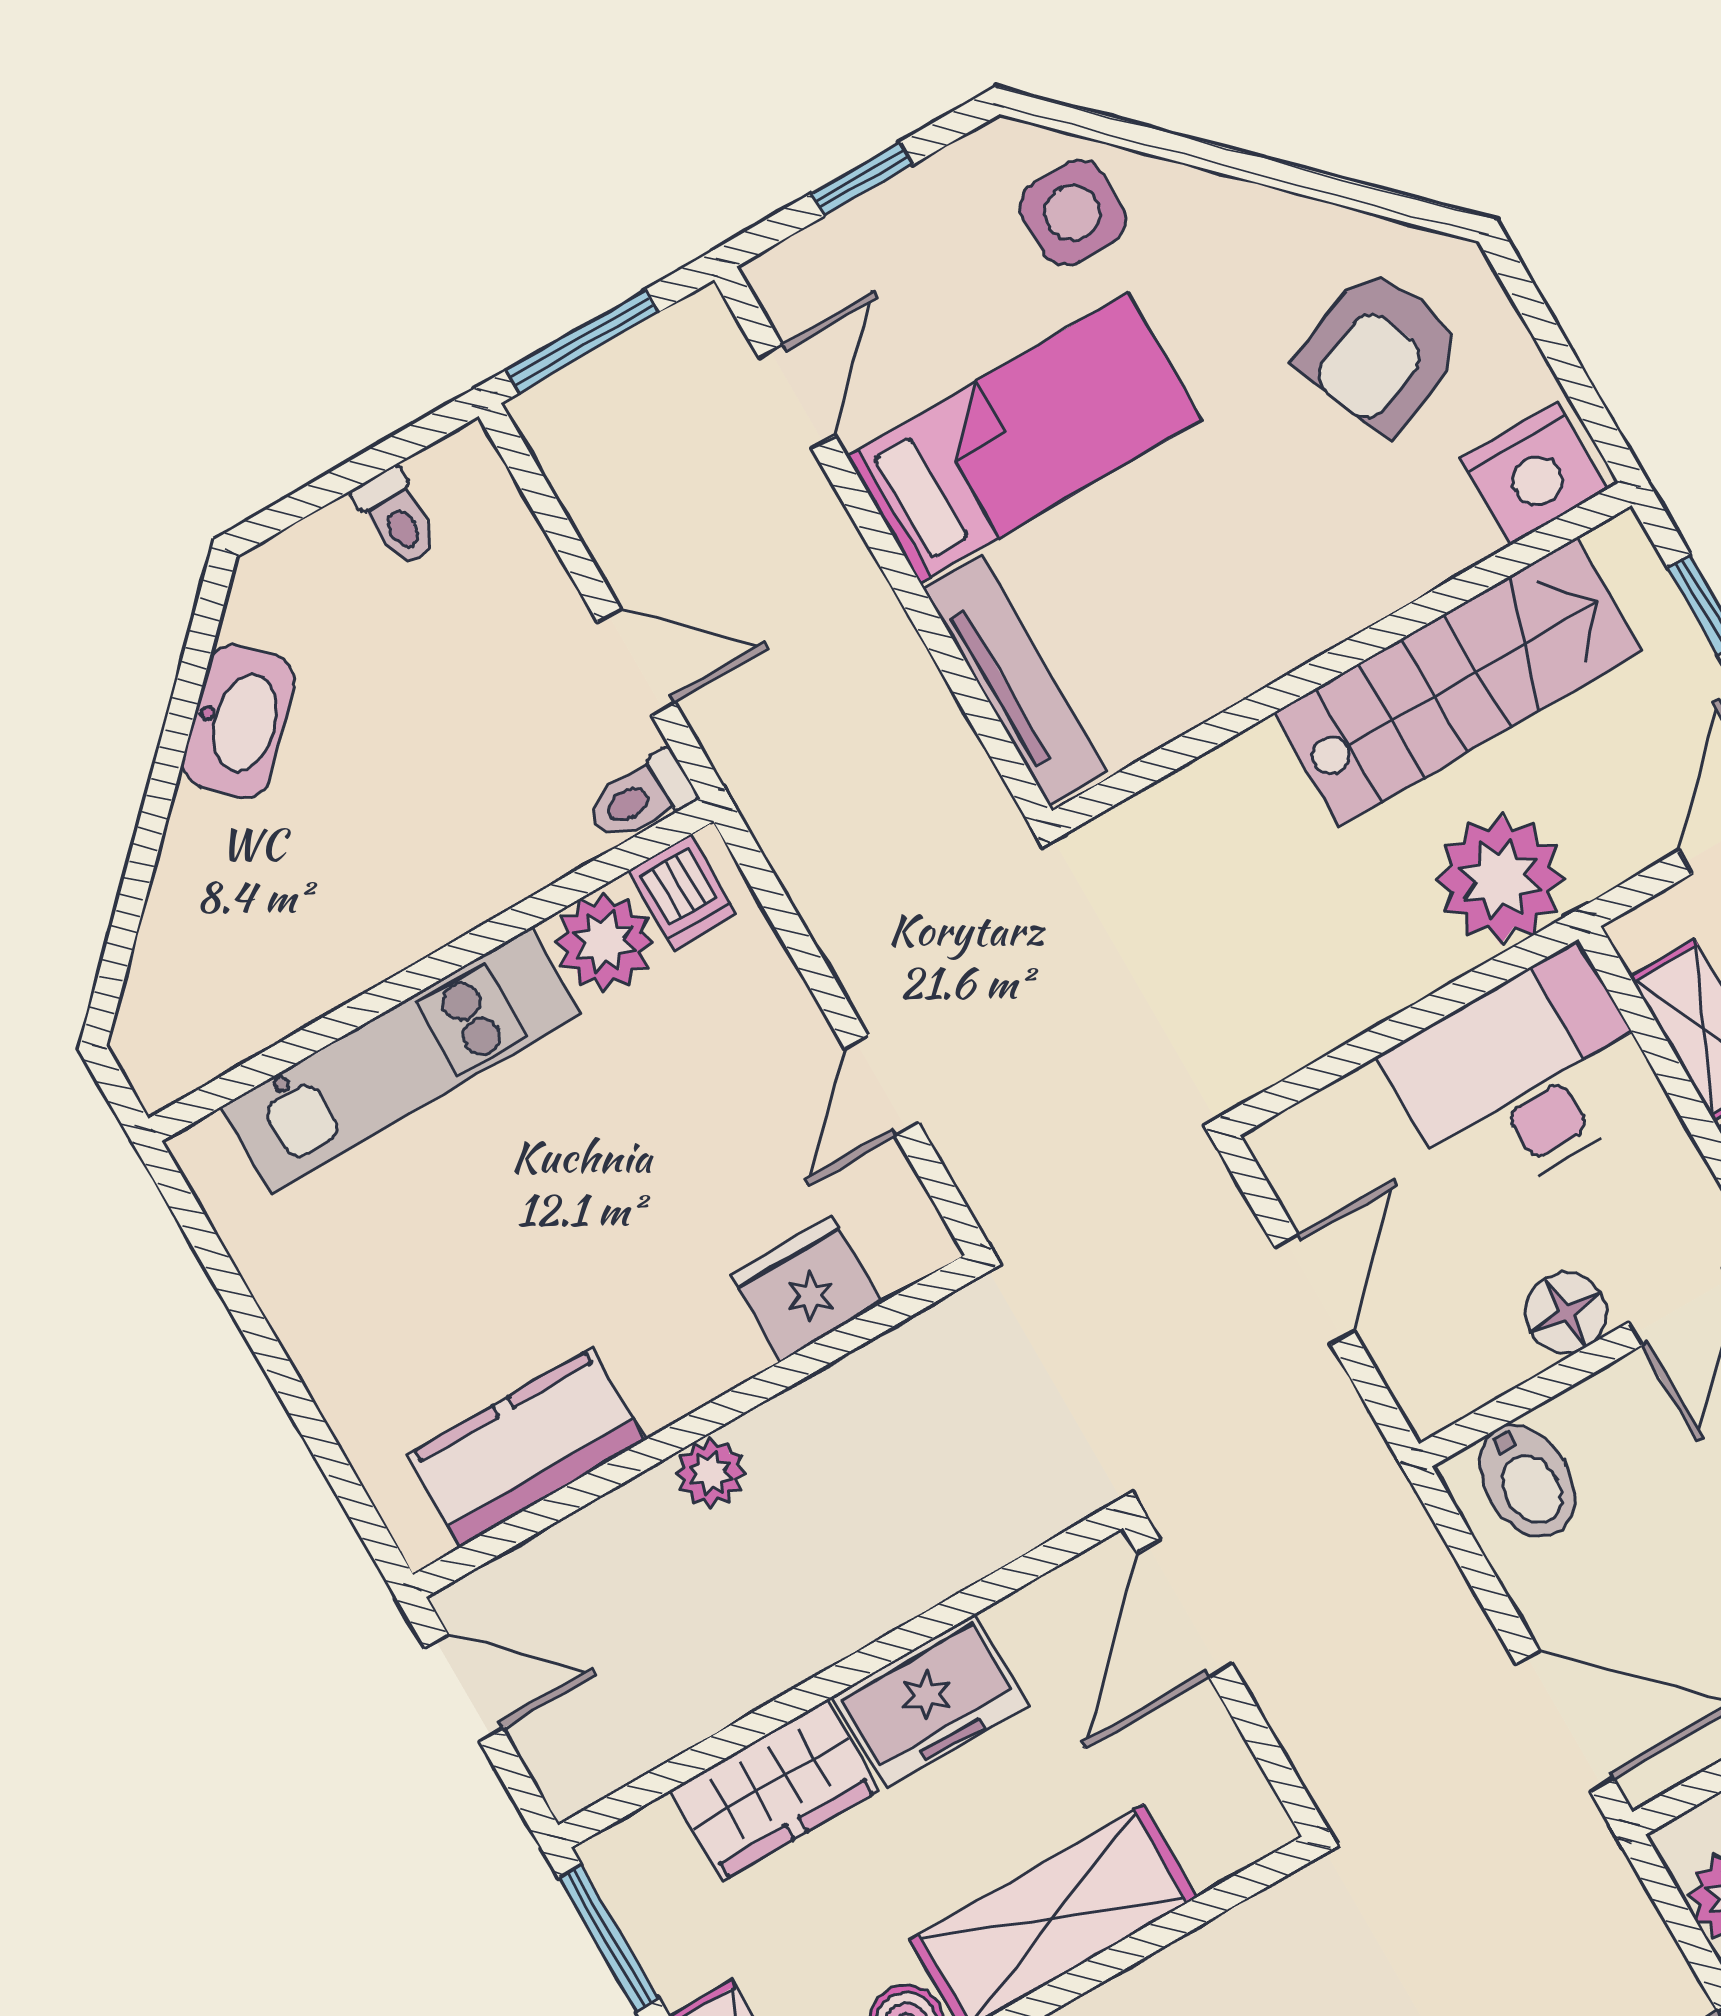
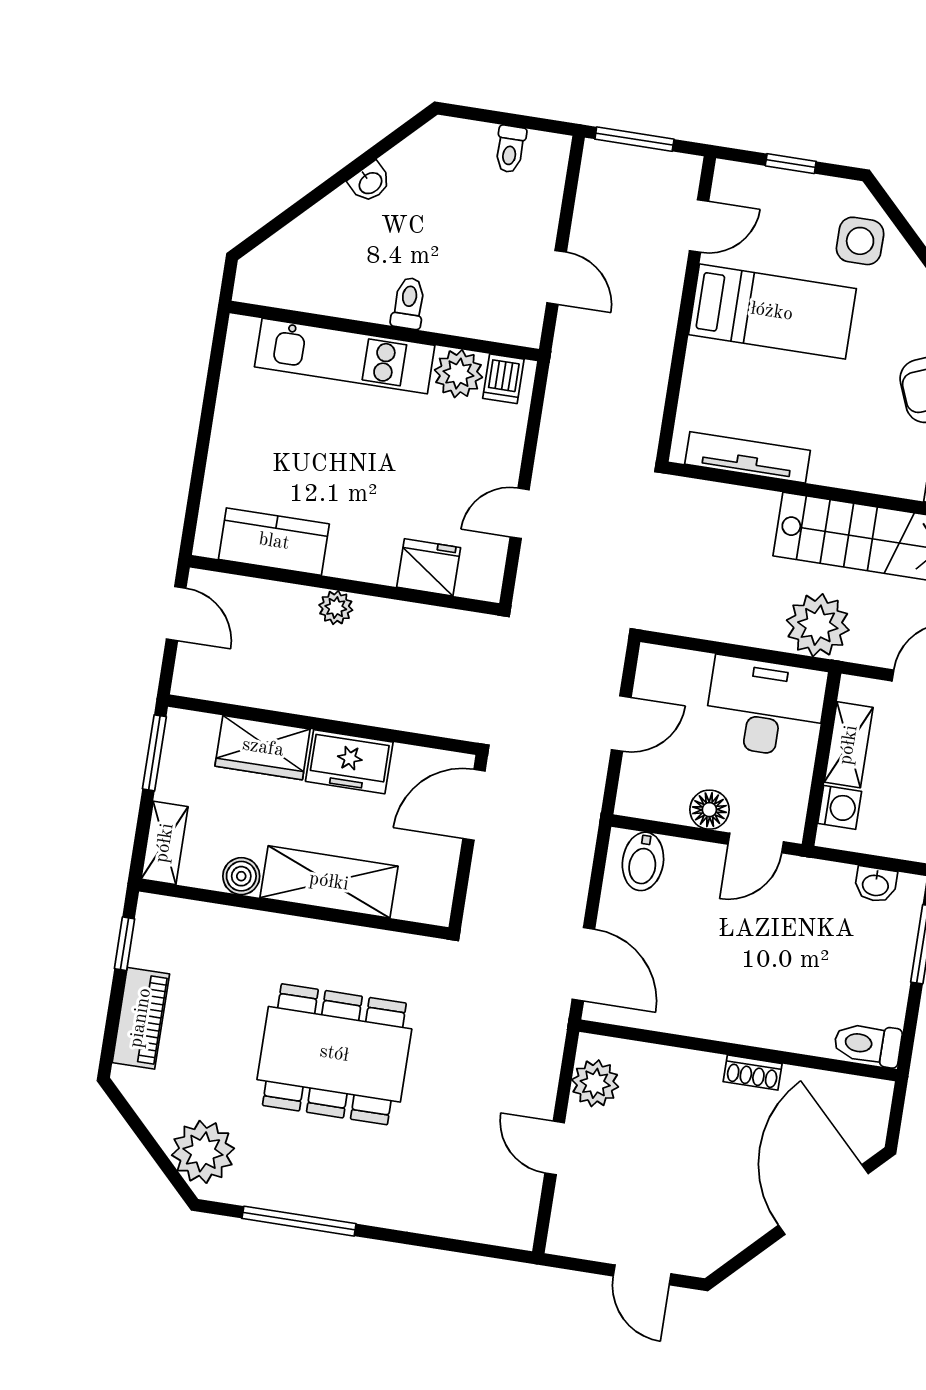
tv unit: (1015, 680) -> (748, 457), moved, turned -90
washbasin: (239, 721) -> (370, 182), width x0.52, depth x0.69
toilet: (640, 797) -> (409, 303), moved, turned 90

